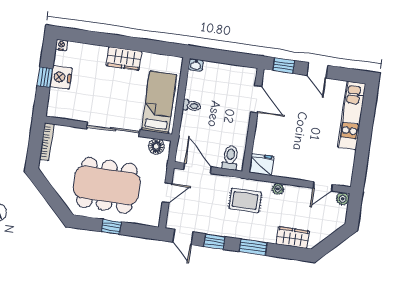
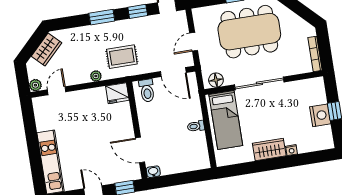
nightstand: (61, 45) -> (292, 150), moved
washbasin: (196, 65) -> (153, 172), moved
wardrobe: (293, 237) -> (47, 49), moved, turned -45

